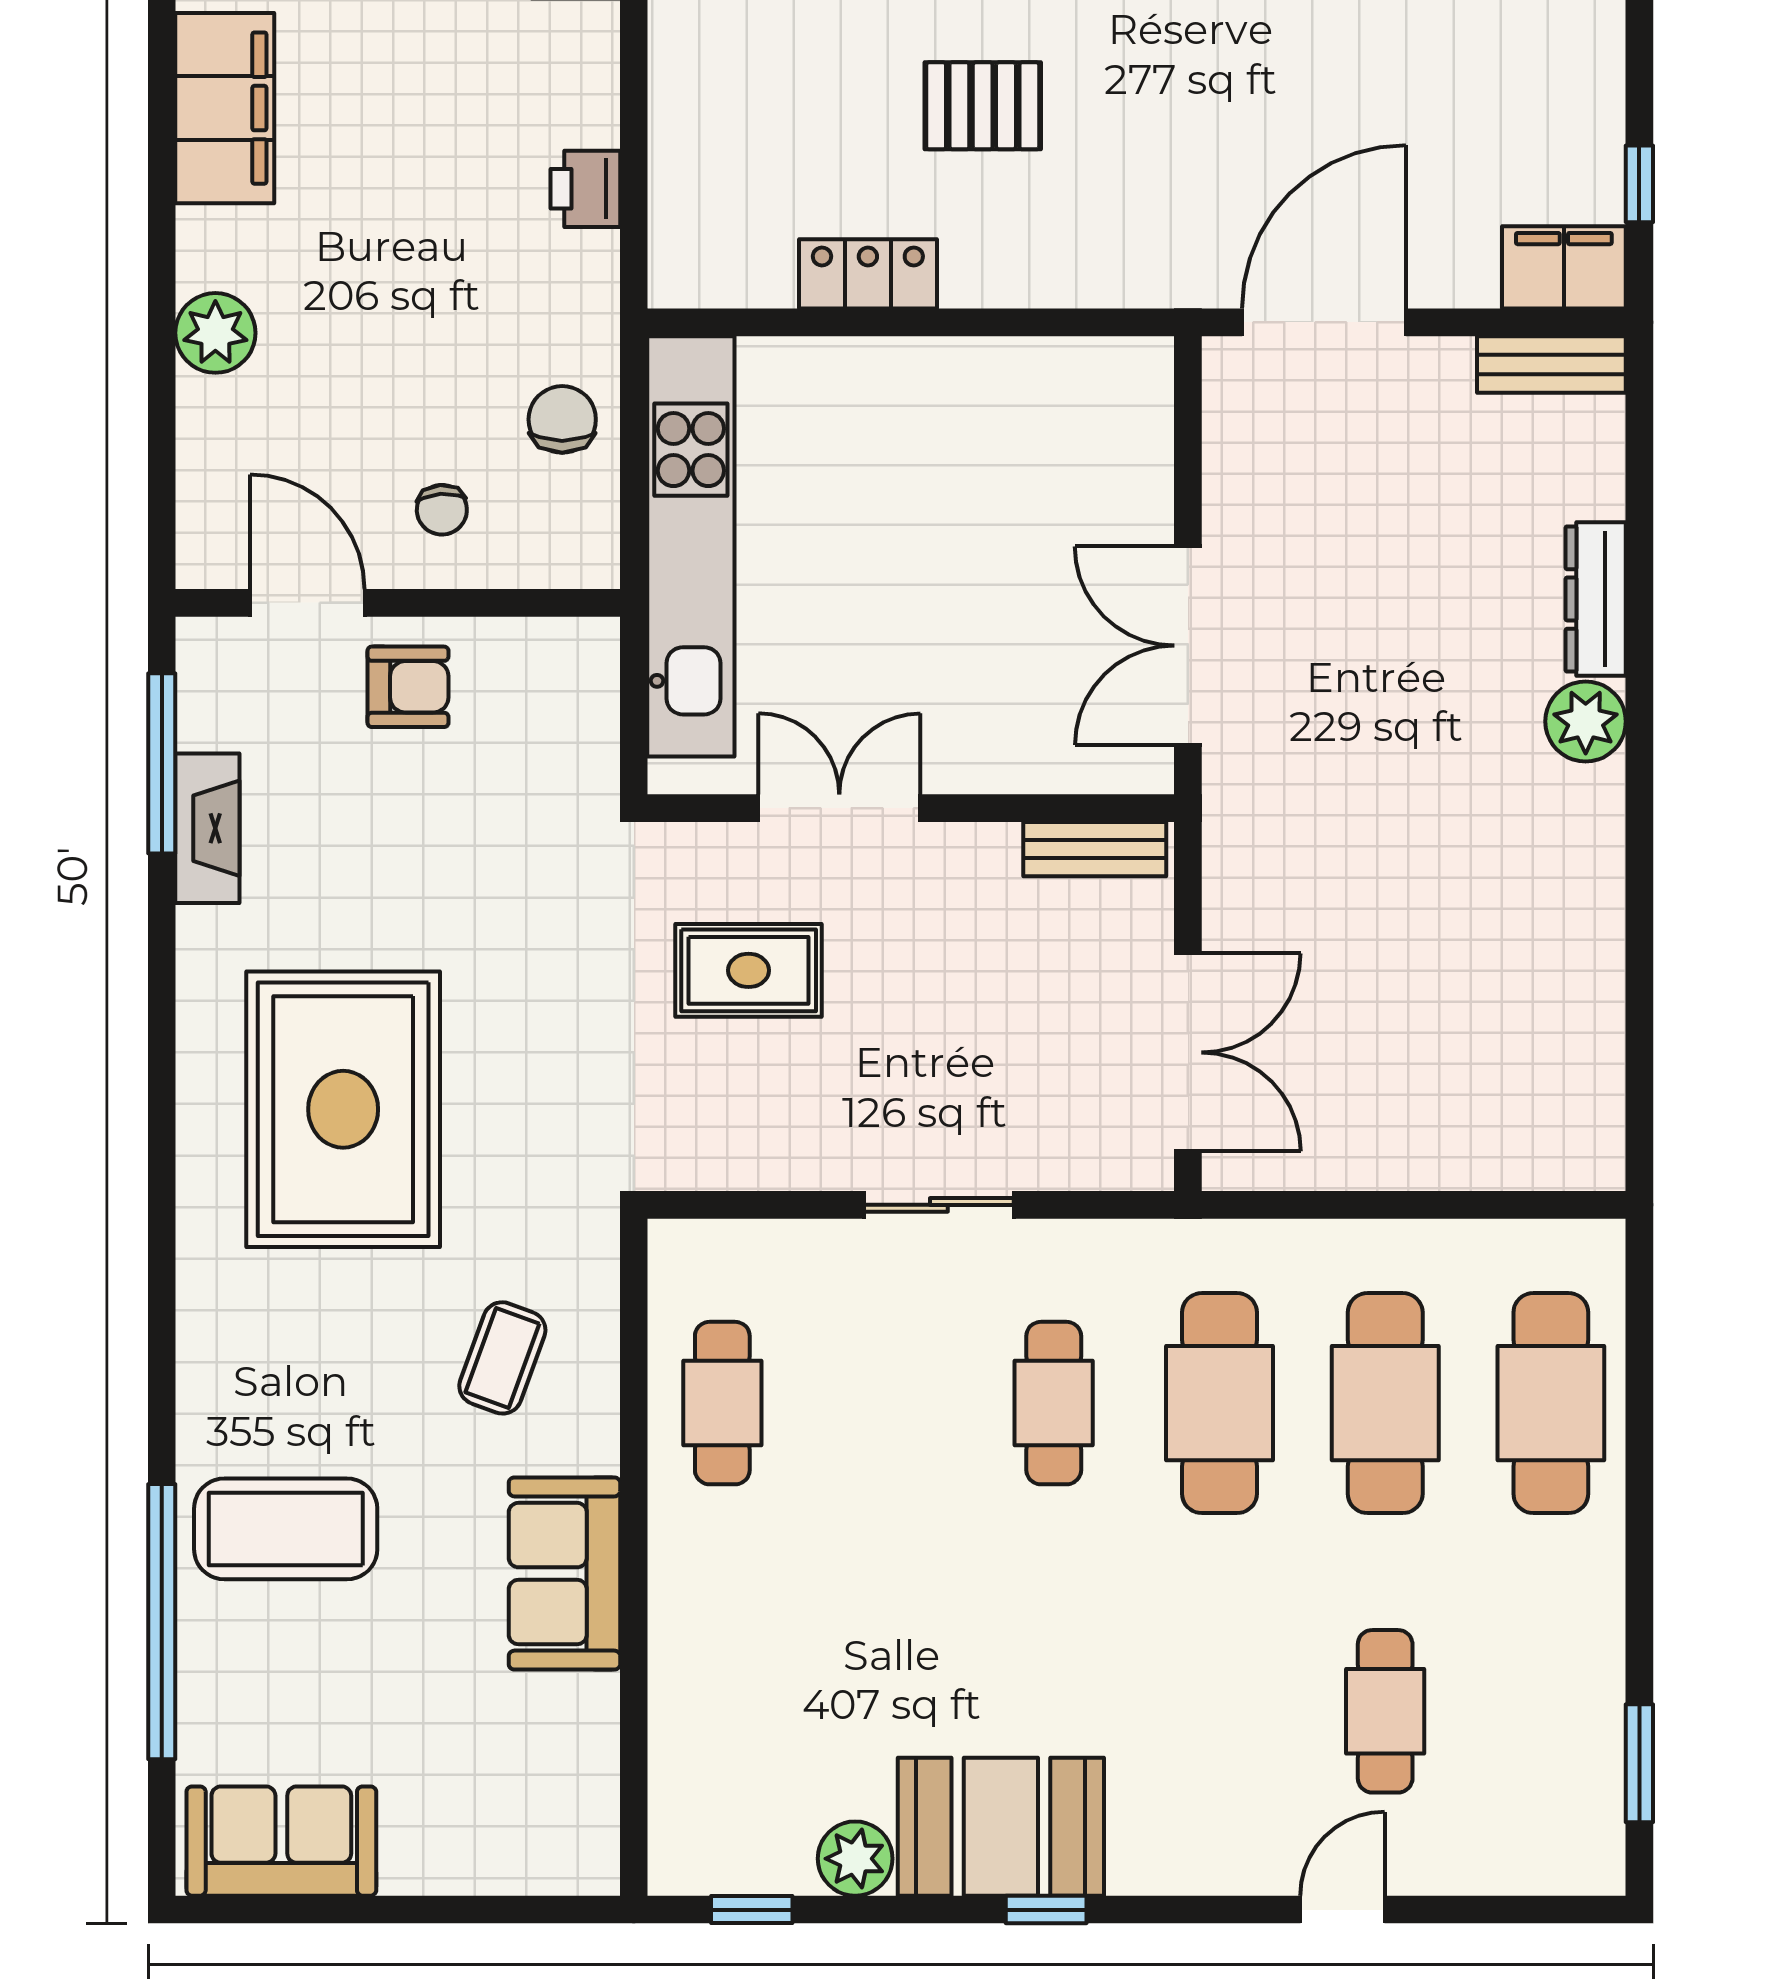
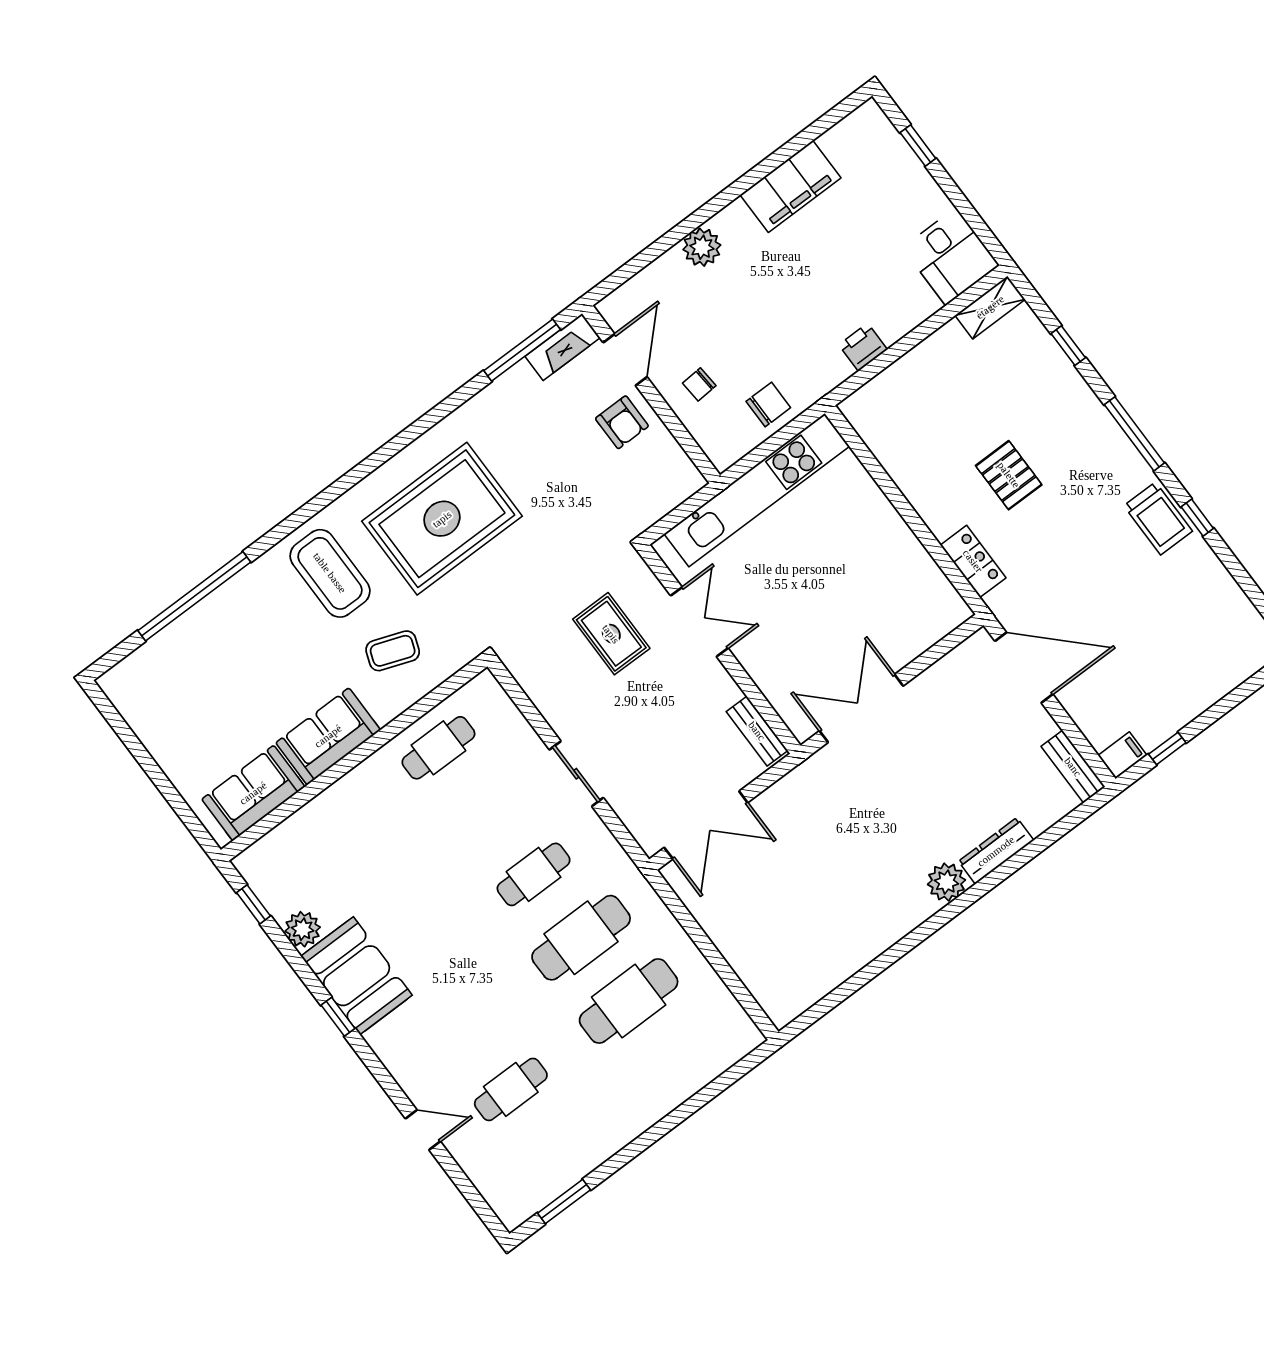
filing cabinet: (1564, 267) -> (1123, 755), width x0.50
locker: (868, 274) -> (973, 561), moved
fireplace: (207, 828) -> (563, 347), moved
cafe table: (1551, 1403) -> (676, 1064), removed
coffee table: (286, 1529) -> (330, 573), moved
sofa: (281, 1841) -> (253, 793), moved, turned -90

